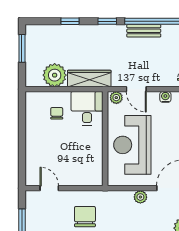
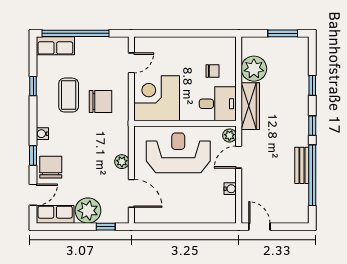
corner desk: (82, 165) -> (157, 98), added

